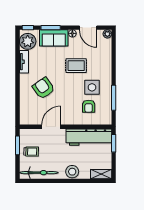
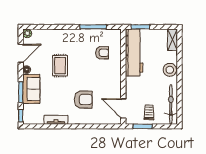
plant: (28, 41) -> (35, 116), removed
side table: (92, 87) -> (83, 49), removed
armchair: (43, 88) -> (83, 100), turned -145
door: (51, 127) -> (123, 108), moved

